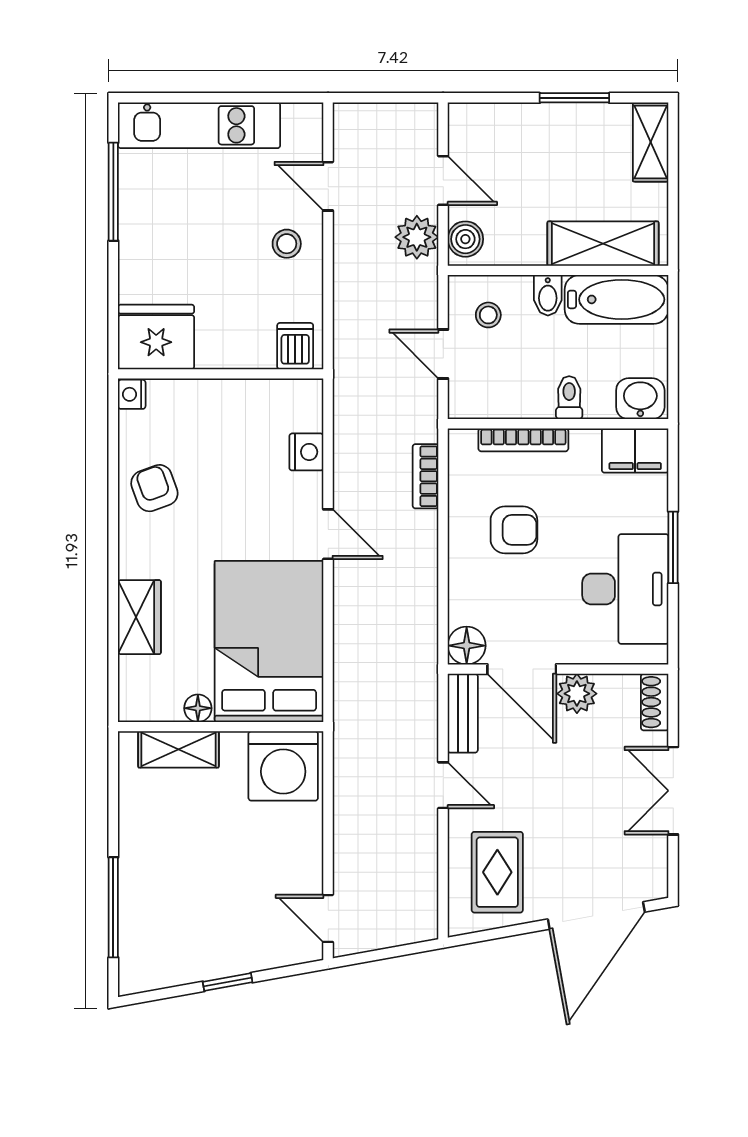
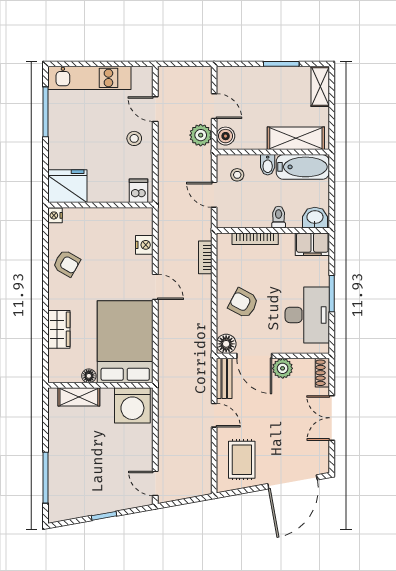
armchair: (154, 488) -> (67, 263), turned 140
armchair: (514, 530) -> (243, 303), moved, turned -152

